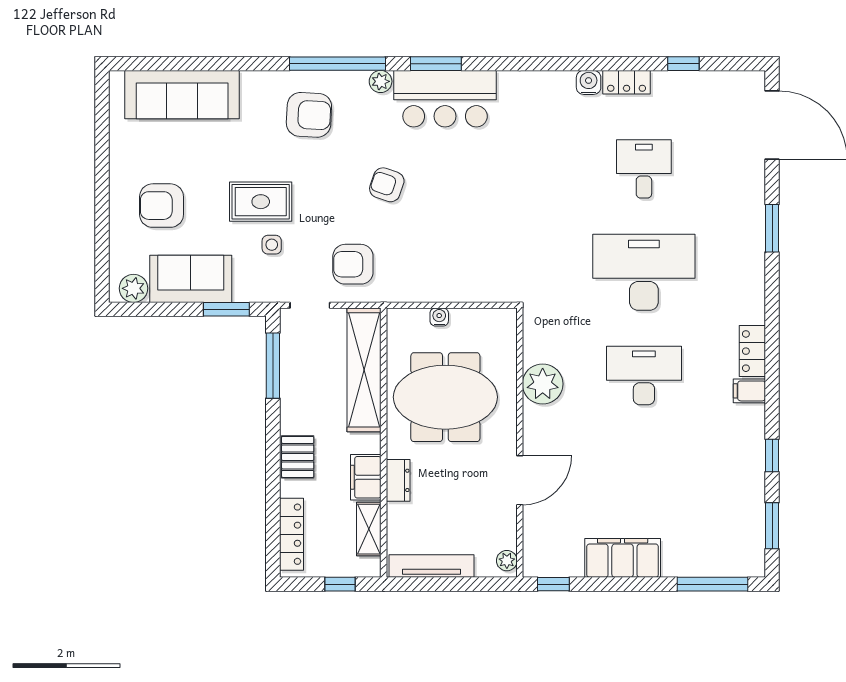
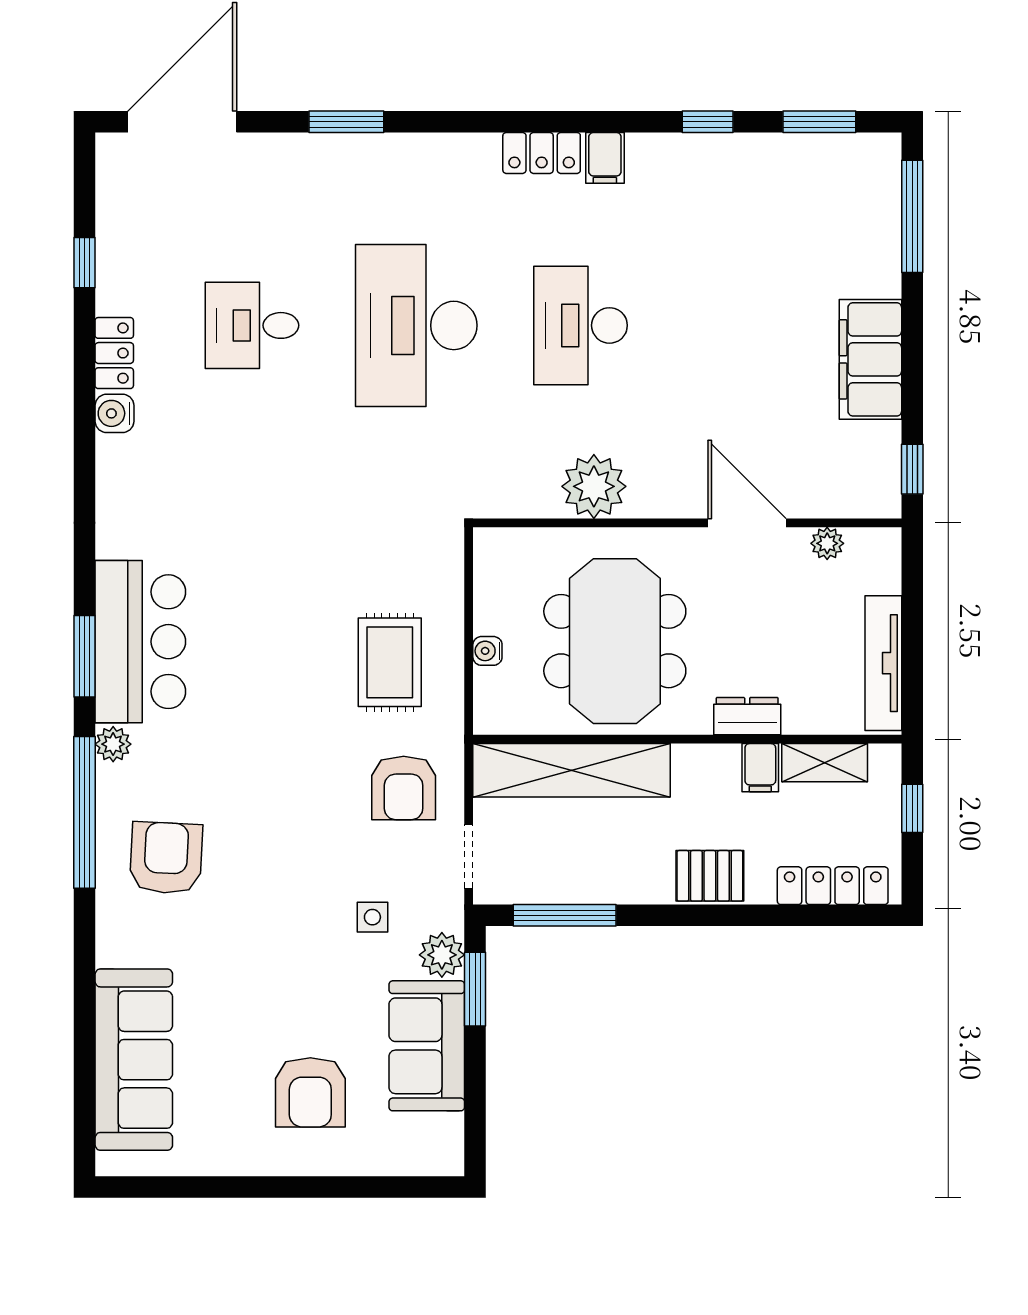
armchair: (387, 185) -> (277, 734), removed
rug: (261, 202) -> (390, 662), moved
plant: (134, 288) -> (442, 955), moved
filing cabinet: (366, 477) -> (760, 768), width x0.50
plant: (507, 561) -> (827, 543), moved

